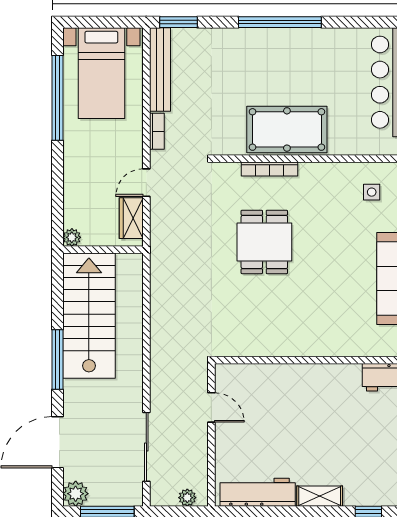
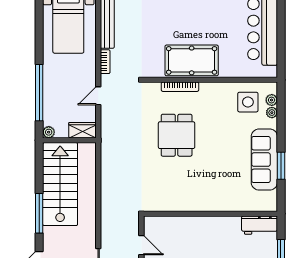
window: (57, 98) -> (39, 93), moved
side table: (372, 192) -> (248, 102), width x1.87, depth x1.87
wardrobe: (131, 218) -> (82, 130), moved, turned 90

